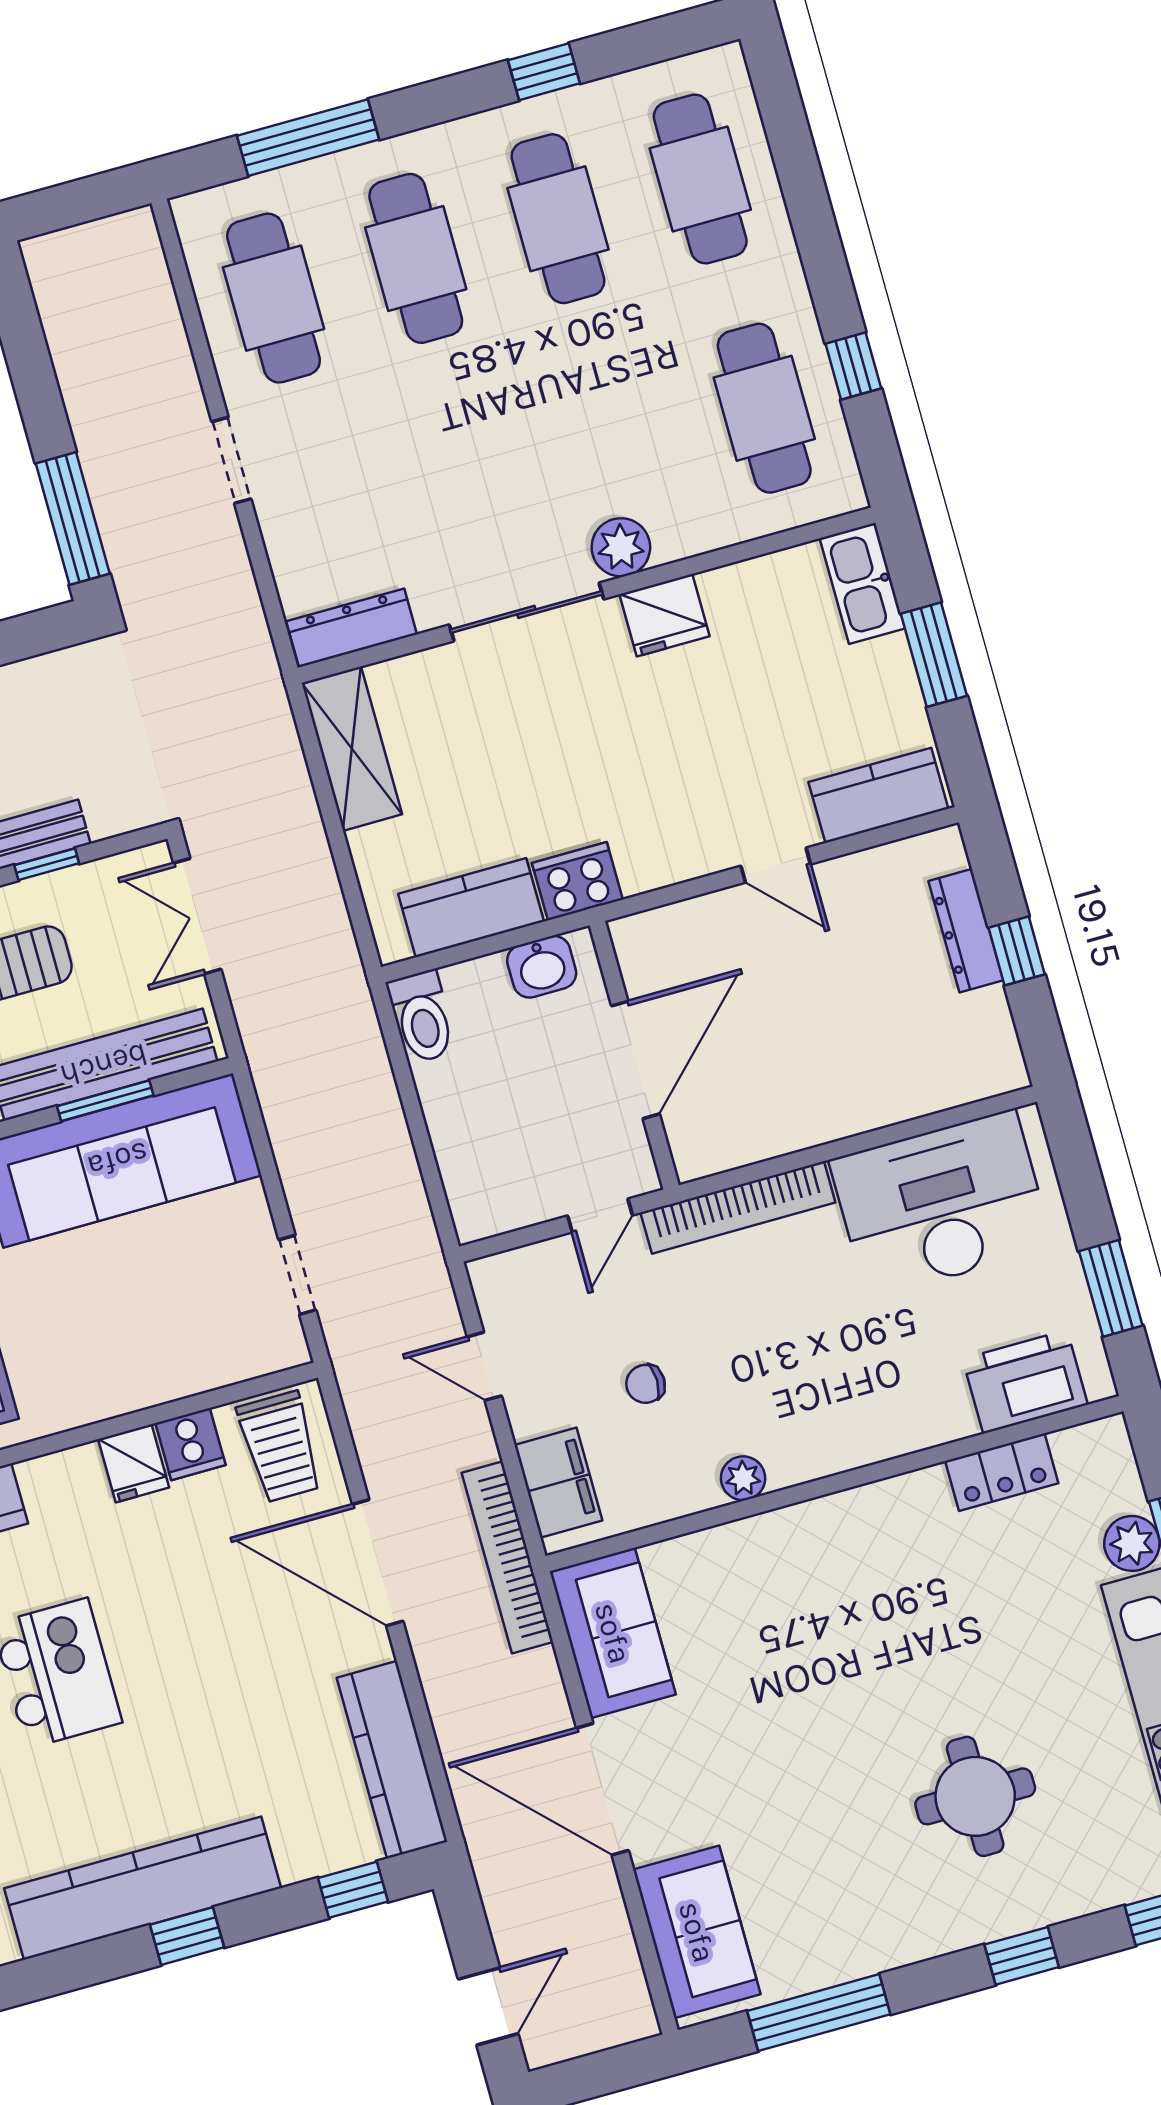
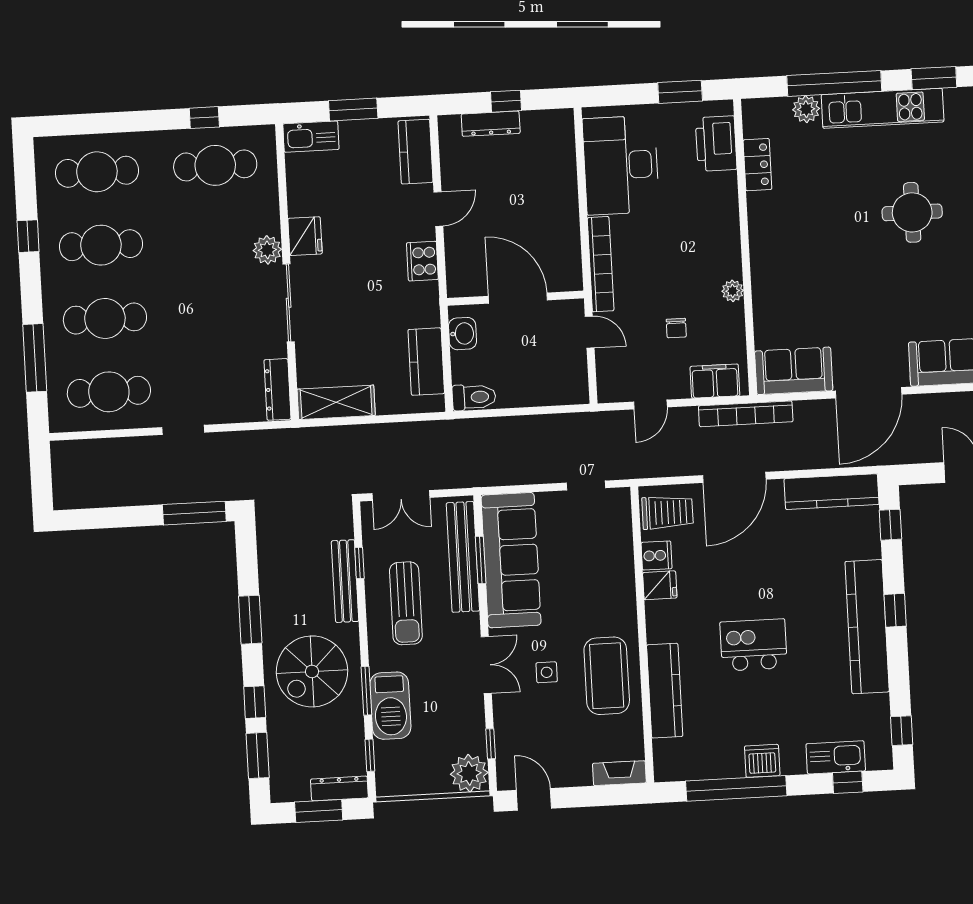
cooker: (577, 881) -> (422, 261), moved

